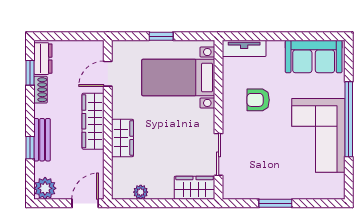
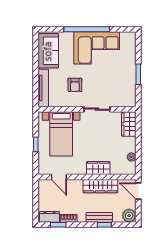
tv unit: (244, 48) -> (43, 88), width x1.41
wardrobe: (93, 121) -> (100, 186), moved
sliding door: (219, 154) -> (97, 109), moved

